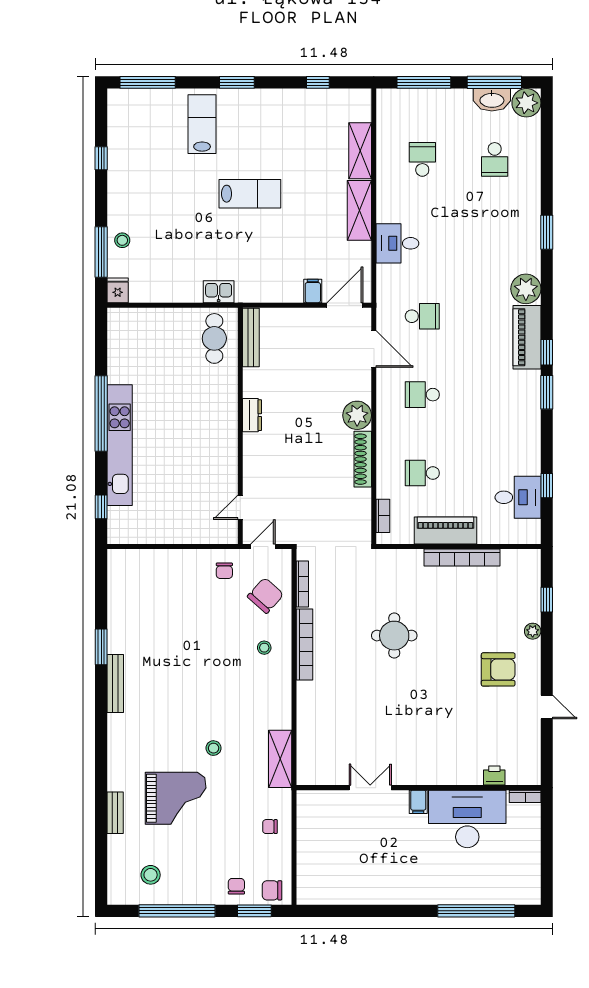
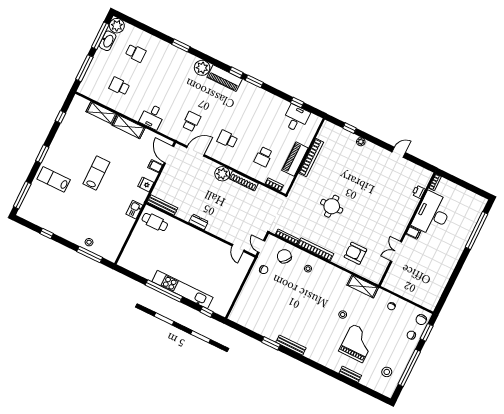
fridge: (118, 290) -> (146, 184), moved
school desk: (422, 395) -> (227, 139), turned 90
armchair: (498, 669) -> (355, 253), moved, turned -90

